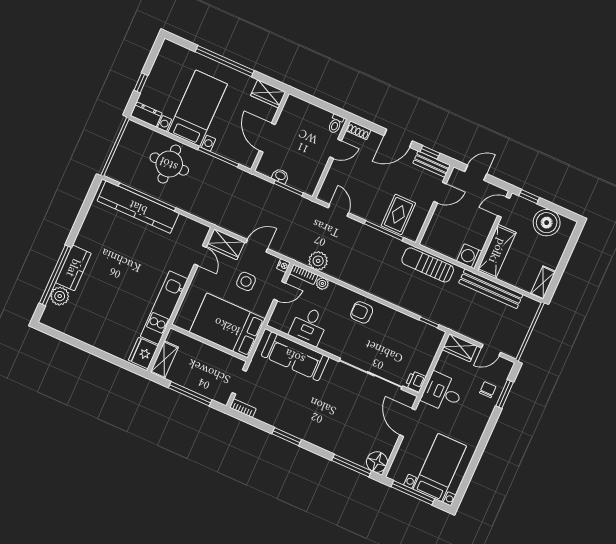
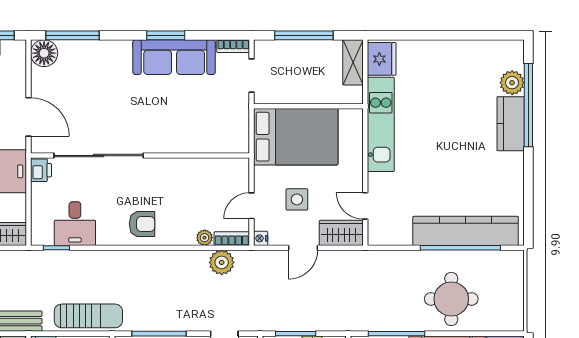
desk: (309, 326) -> (75, 224), moved, turned 180
sofa: (295, 356) -> (174, 57), moved, turned 180

